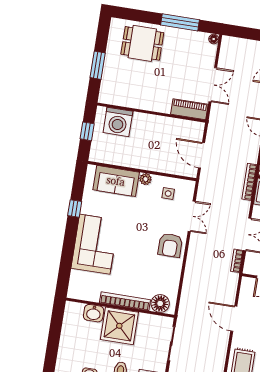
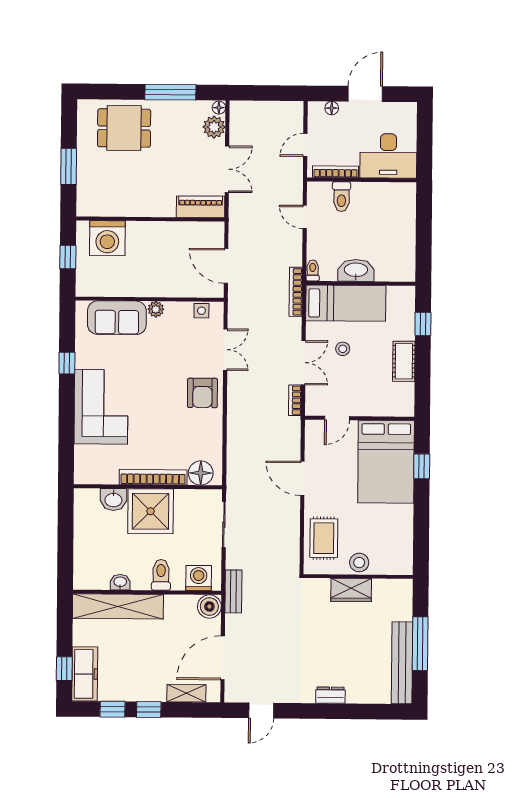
plant: (208, 53) -> (214, 127), added
side table: (168, 194) -> (201, 311), moved

